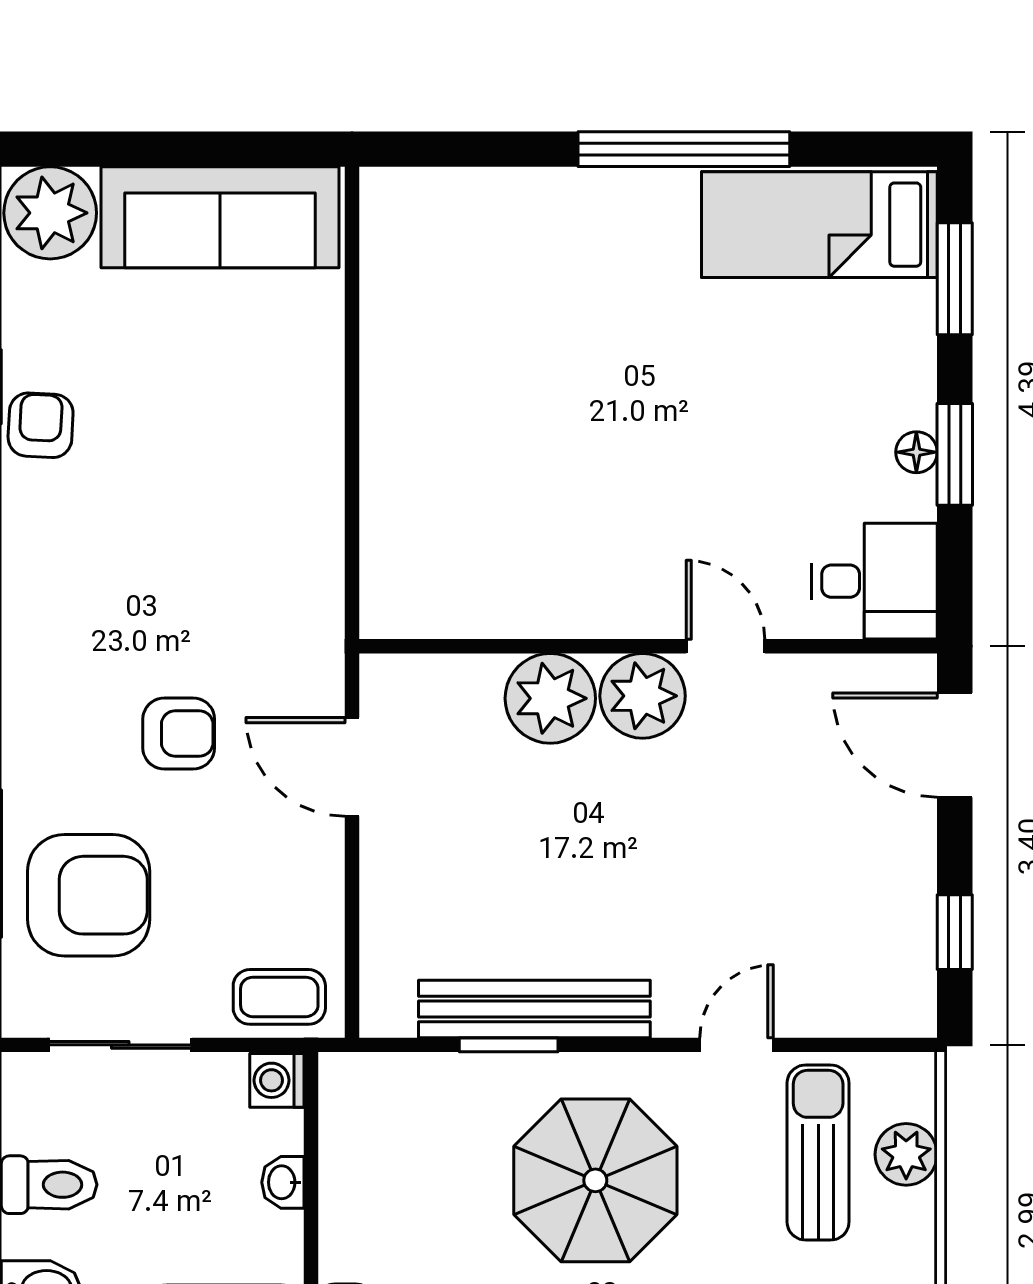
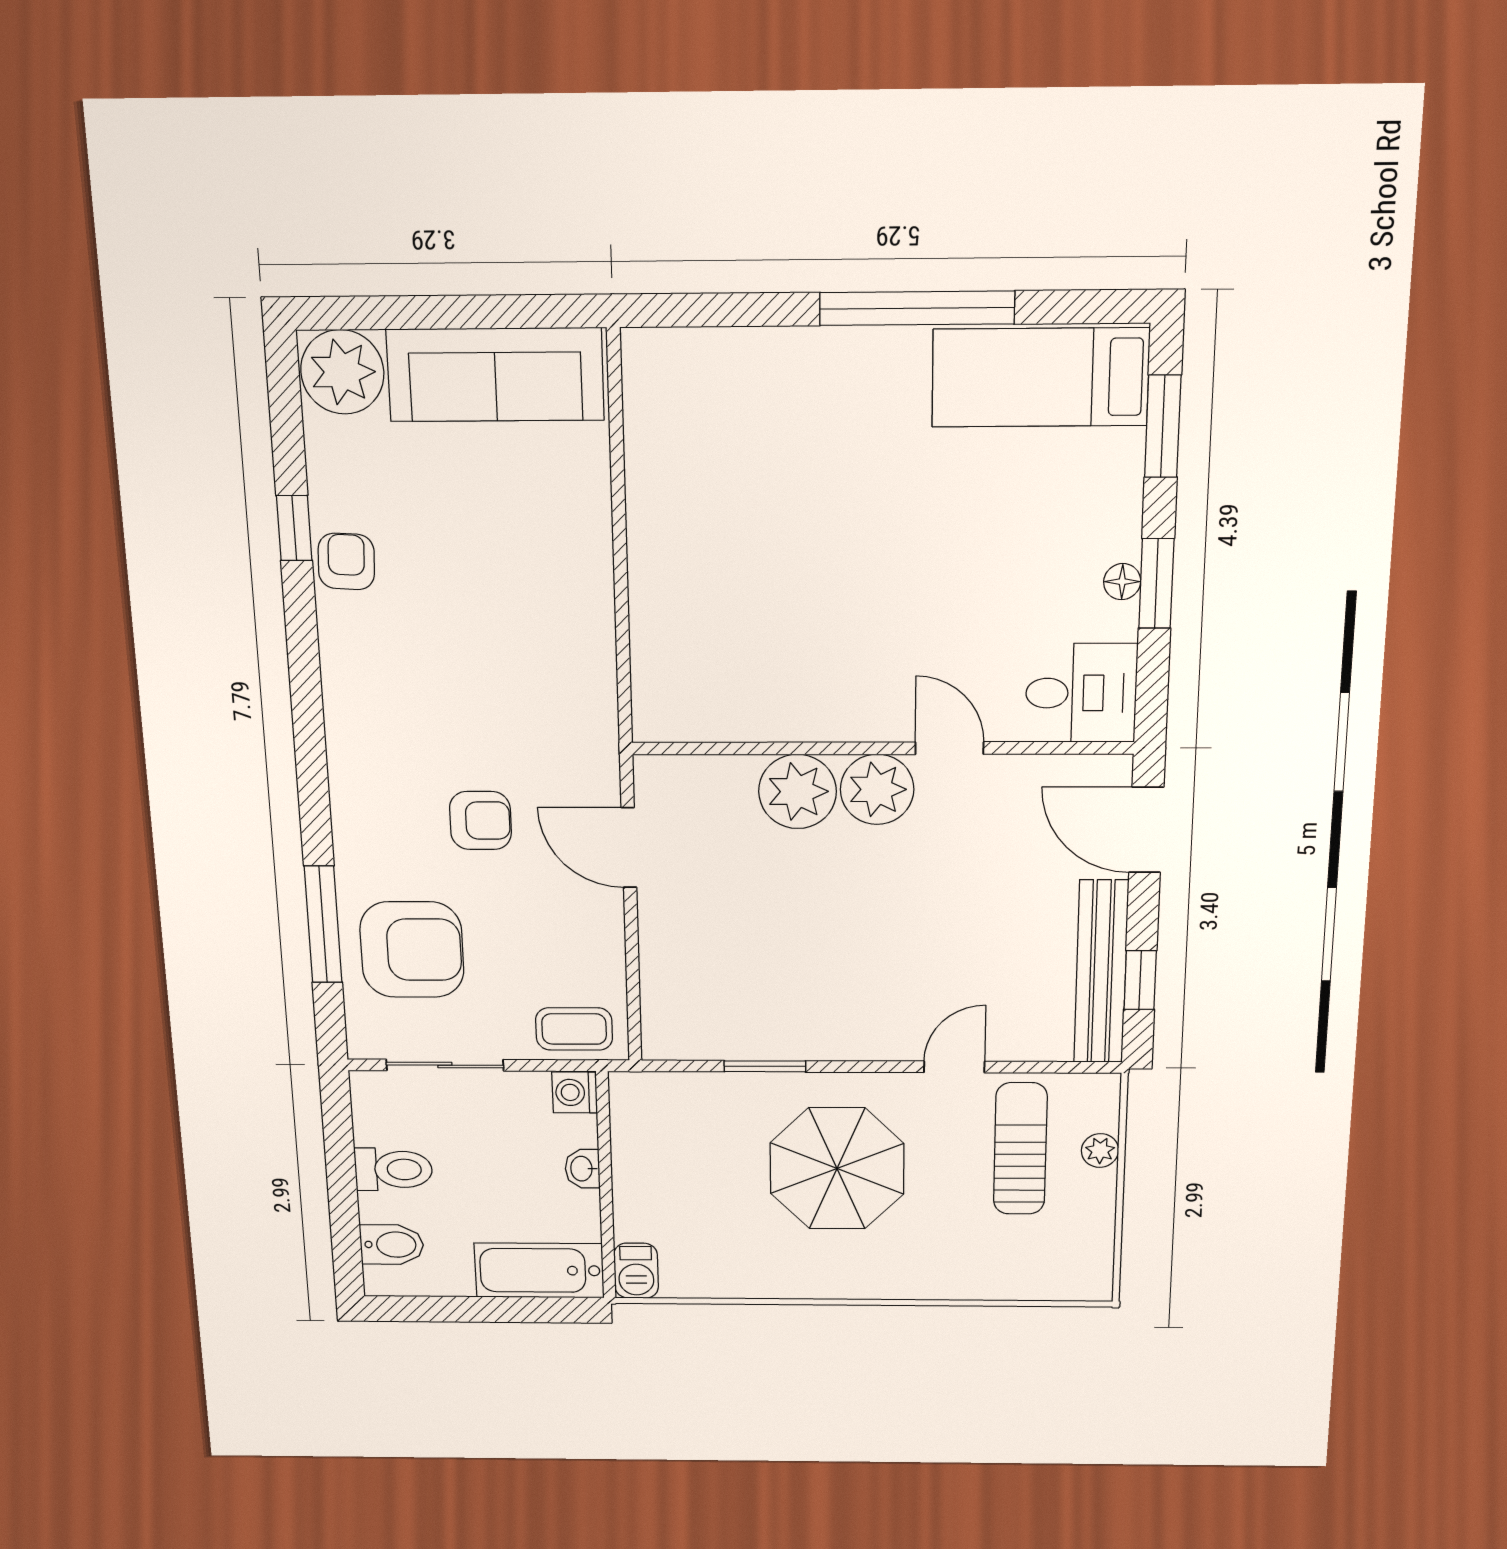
bench: (534, 1009) -> (1101, 972), moved, turned 90
plant: (906, 1154) -> (1100, 1151), width x0.73, depth x0.73

